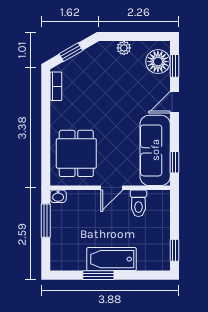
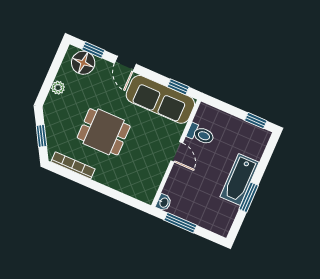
bookcase: (56, 86) -> (73, 165), width x1.56
dining table: (76, 153) -> (104, 132), moved

